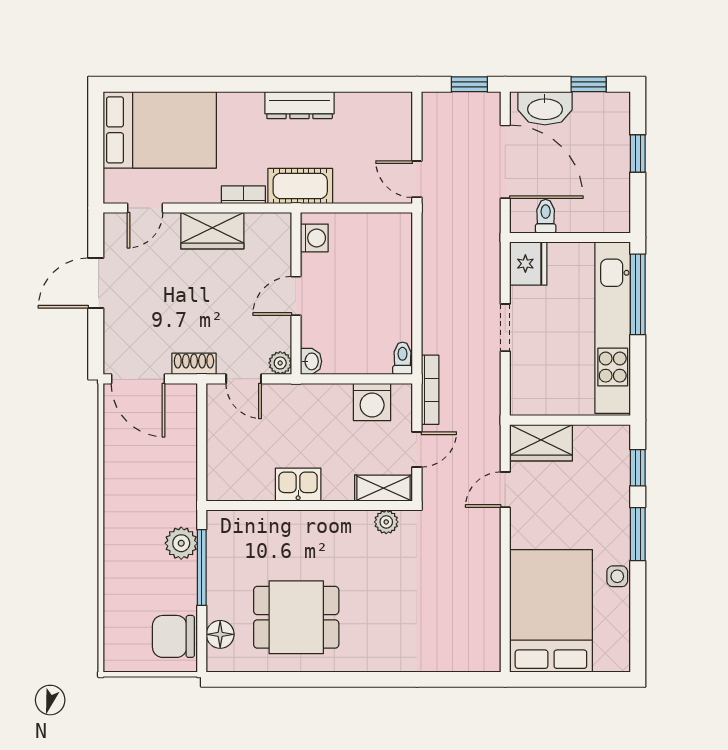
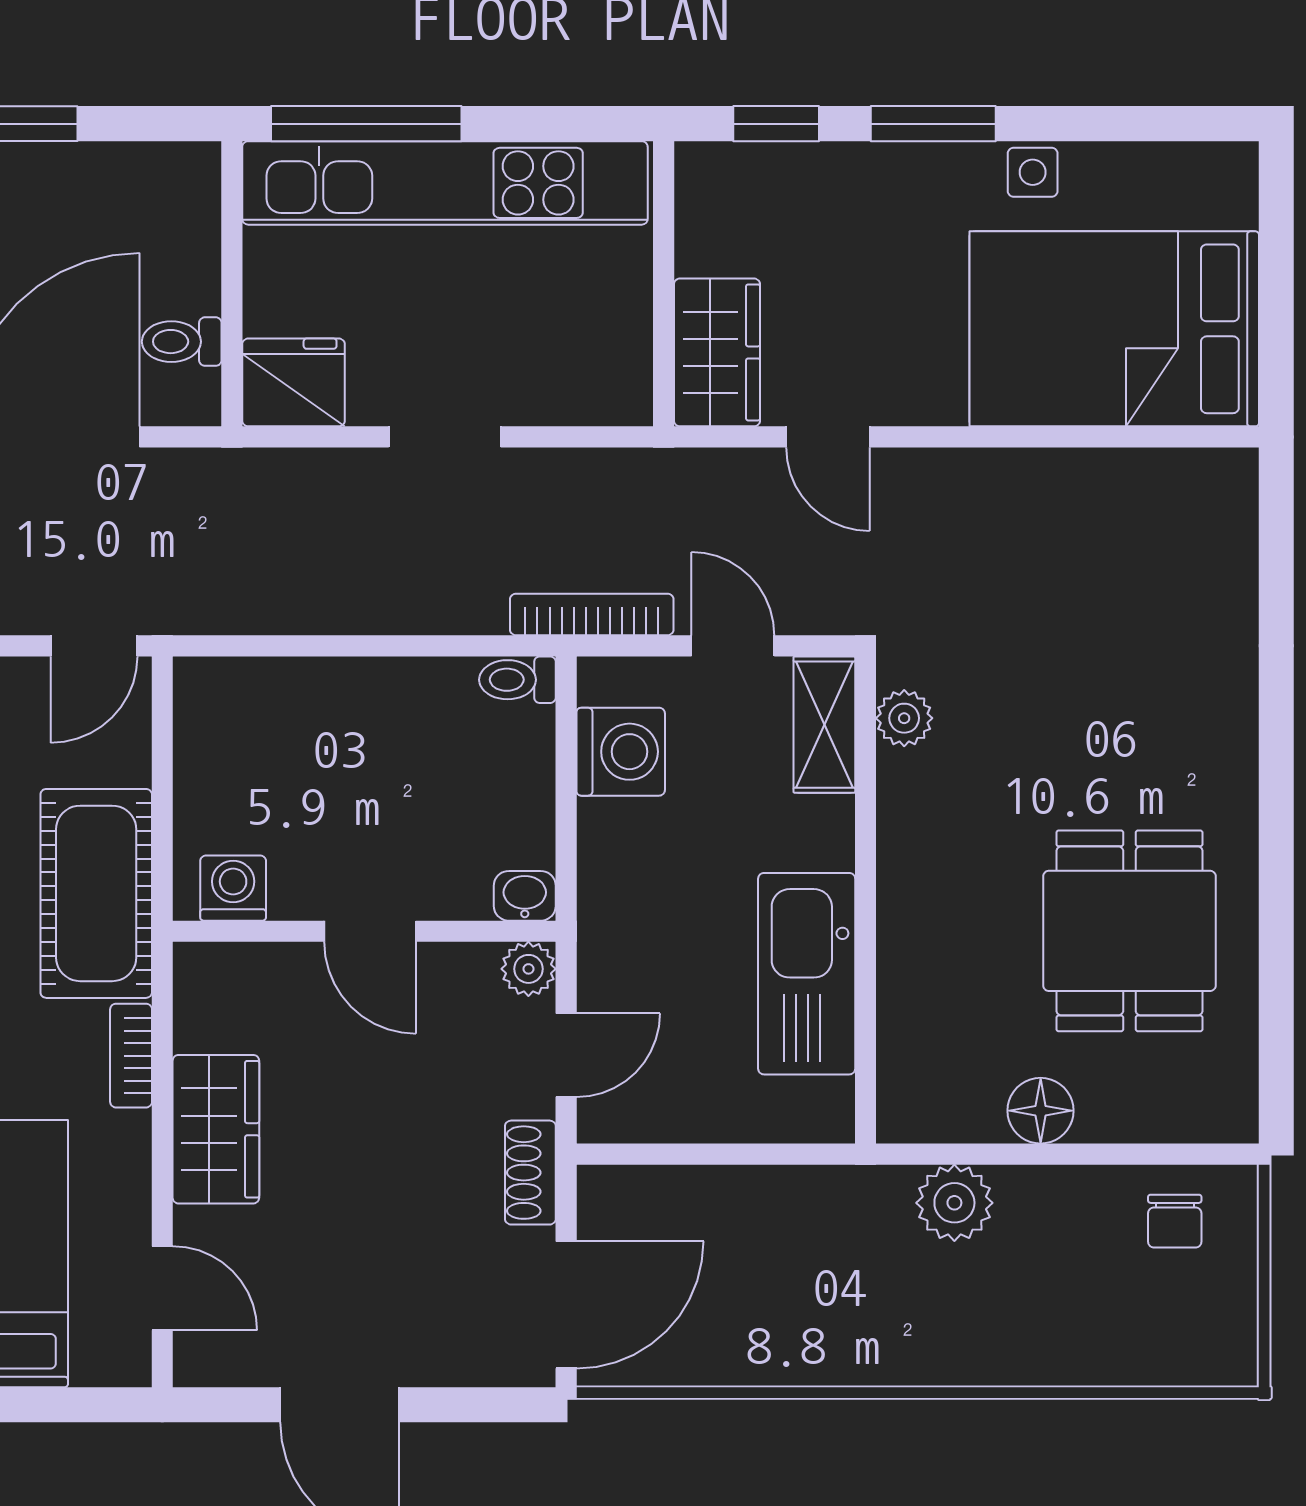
cot: (300, 186) -> (96, 893), width x1.37, depth x1.34
kitchen sink: (298, 485) -> (807, 974), width x1.88, depth x1.24
window: (202, 567) -> (1012, 1154), removed
floor lamp: (220, 634) -> (1041, 1111), moved
chair: (173, 636) -> (1175, 1221), width x0.54, depth x0.54

